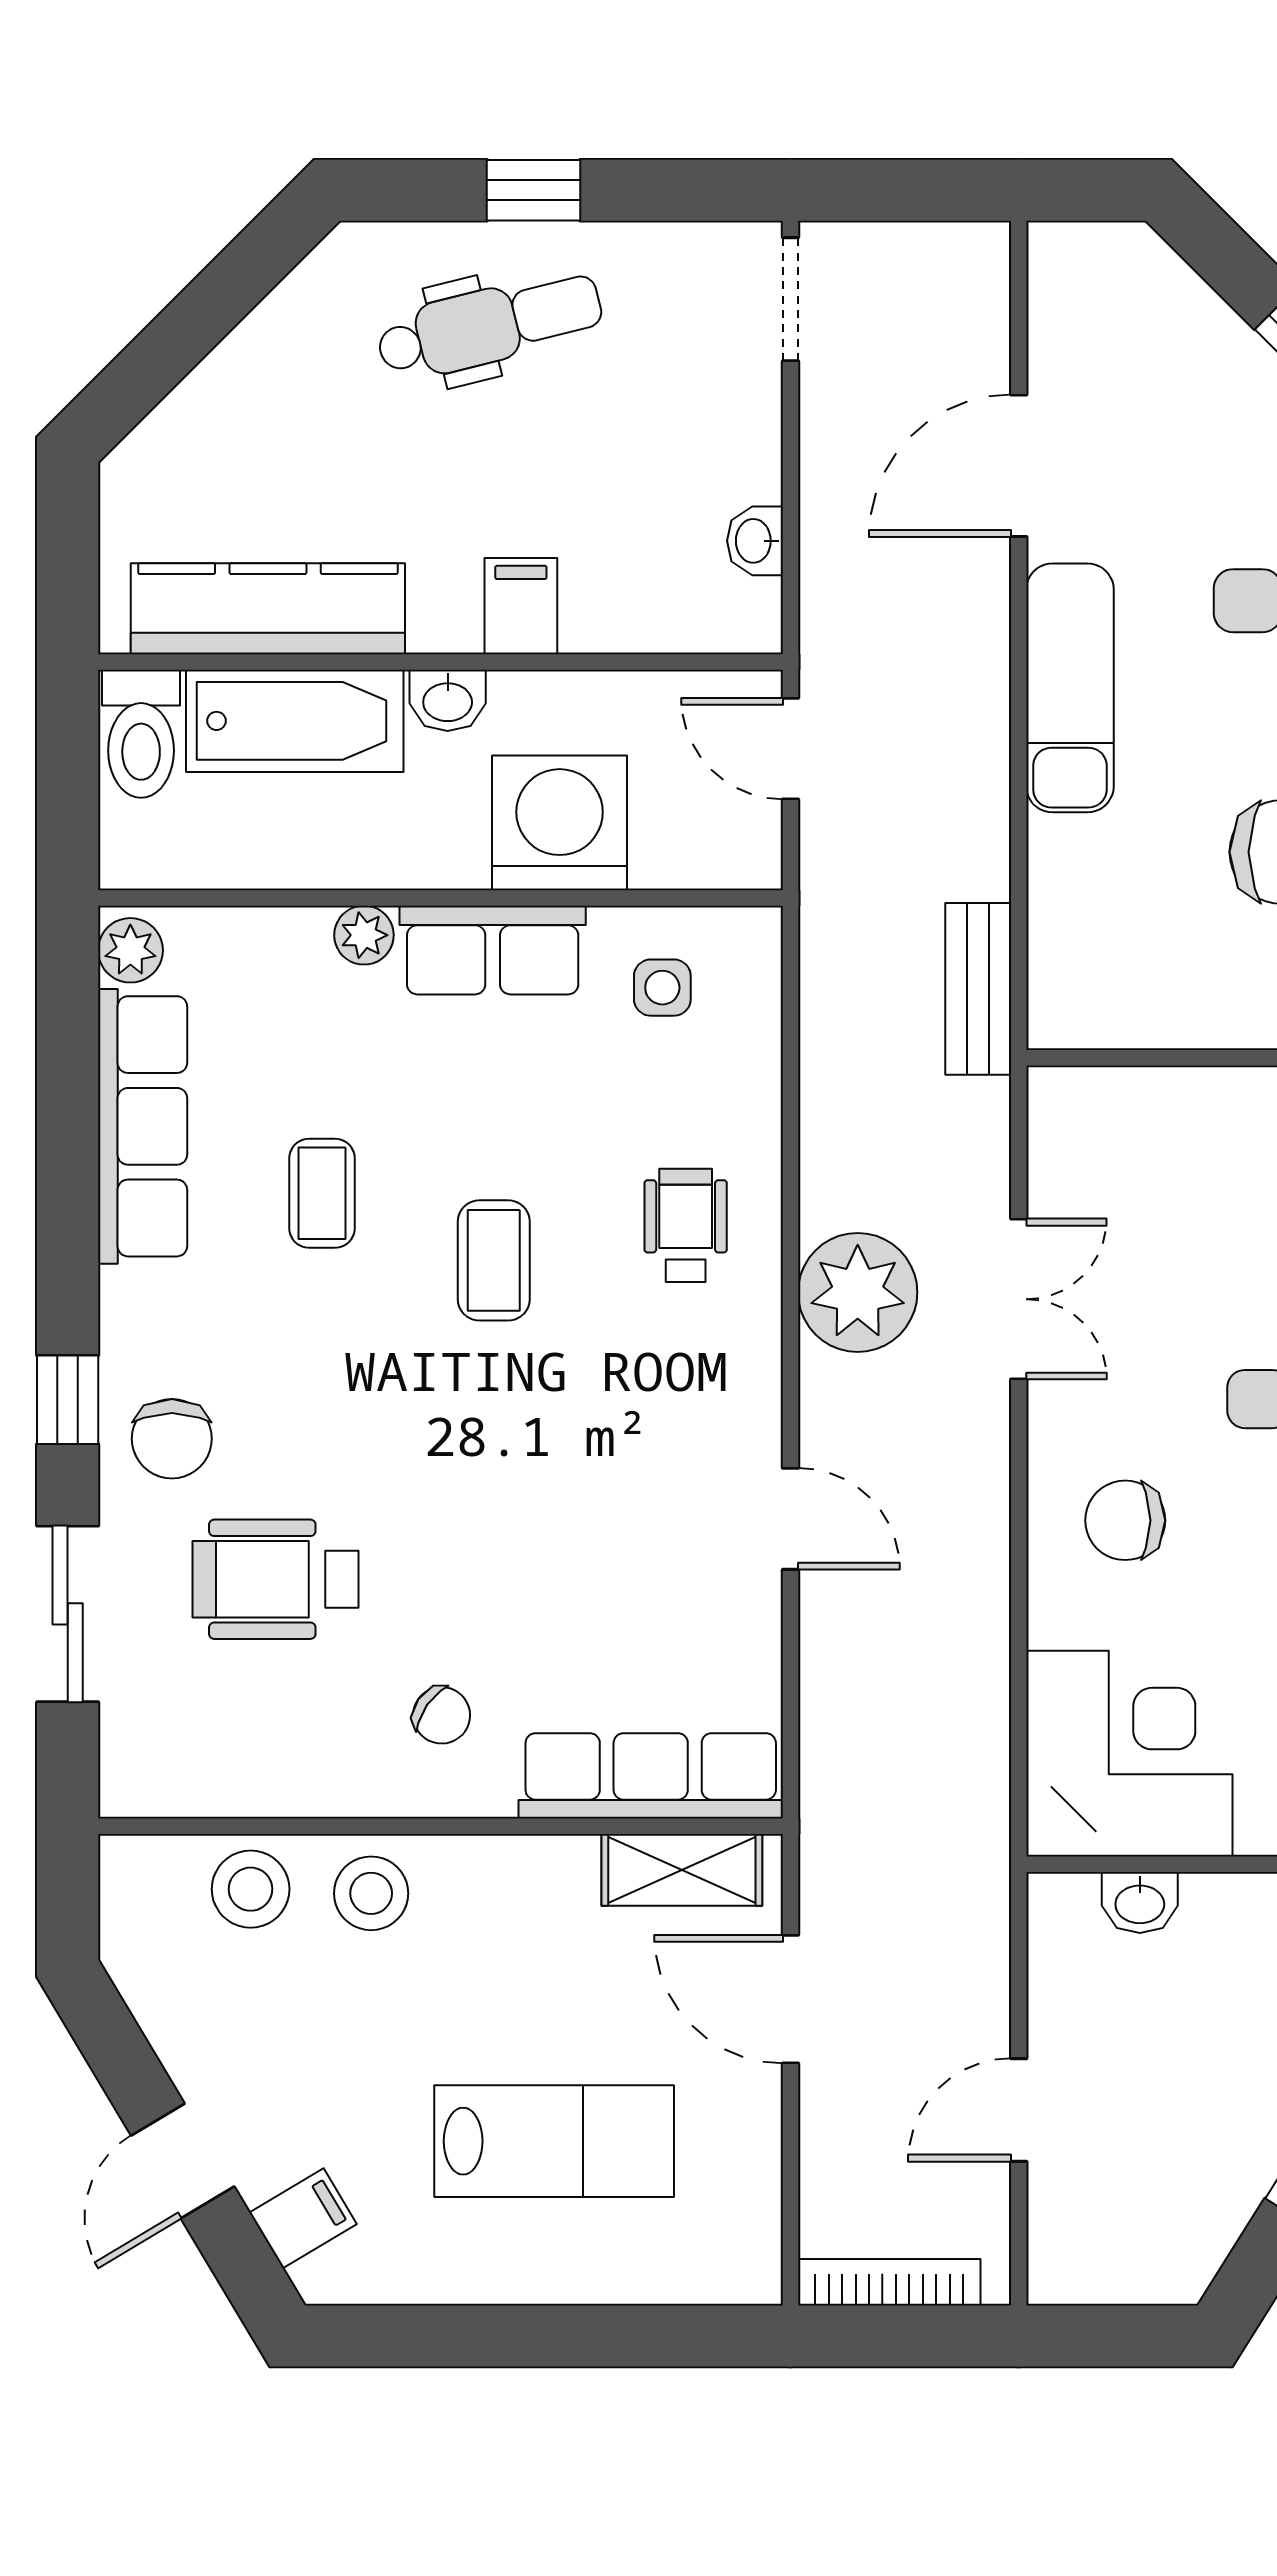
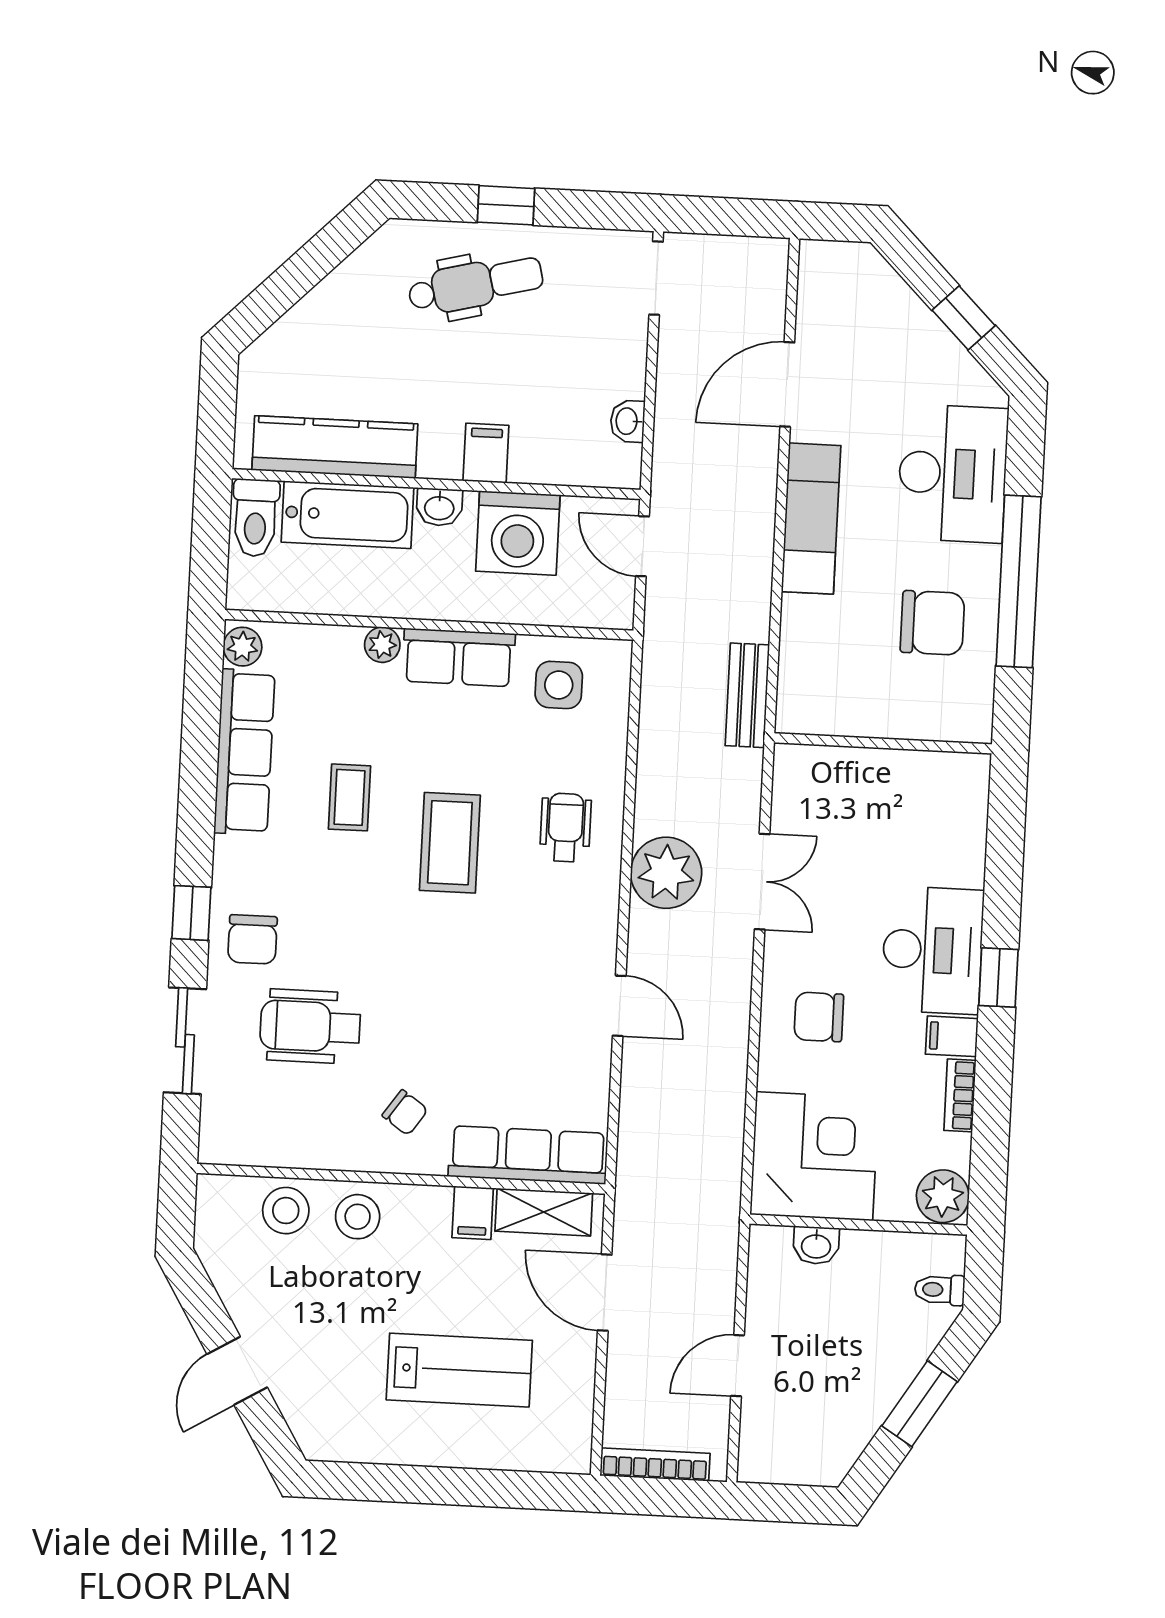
washing machine: (560, 823) -> (518, 533), moved, turned 180
side table: (662, 988) -> (559, 685), width x1.37, depth x1.37
coffee table: (494, 1260) -> (450, 843), width x1.36, depth x1.30
filing cabinet: (303, 2218) -> (473, 1213), moved, turned 121

